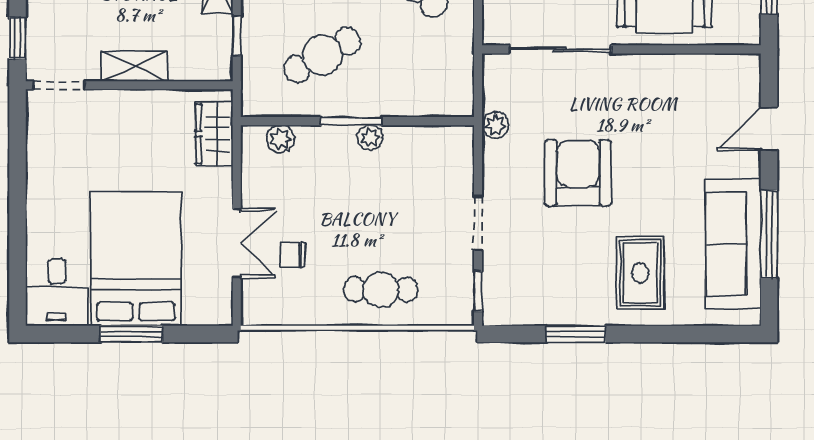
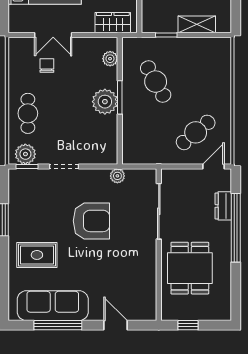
plant: (370, 137) -> (105, 102), width x1.87, depth x1.87
plant: (455, 294) -> (25, 154), added

